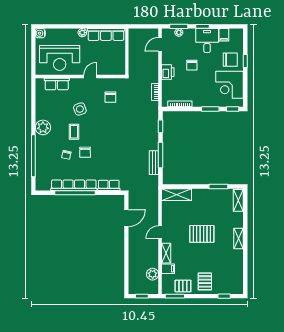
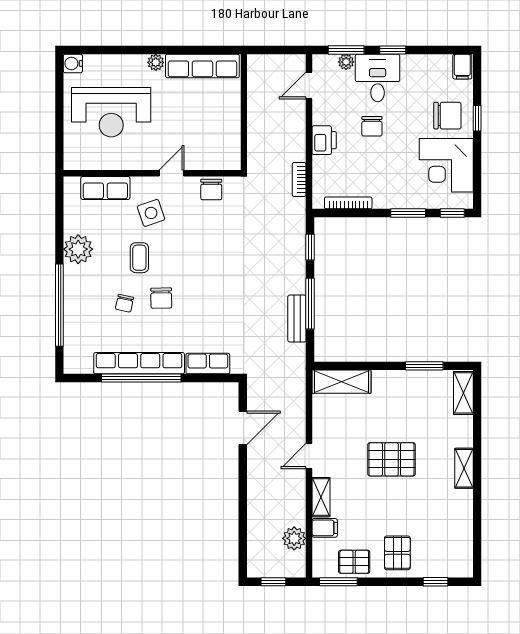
filing cabinet: (224, 35) -> (462, 67), moved
desk: (207, 41) -> (378, 78), moved
wall: (80, 76) -> (152, 173), moved
door: (90, 76) -> (172, 173), moved
row of seats: (57, 84) -> (105, 188), moved

